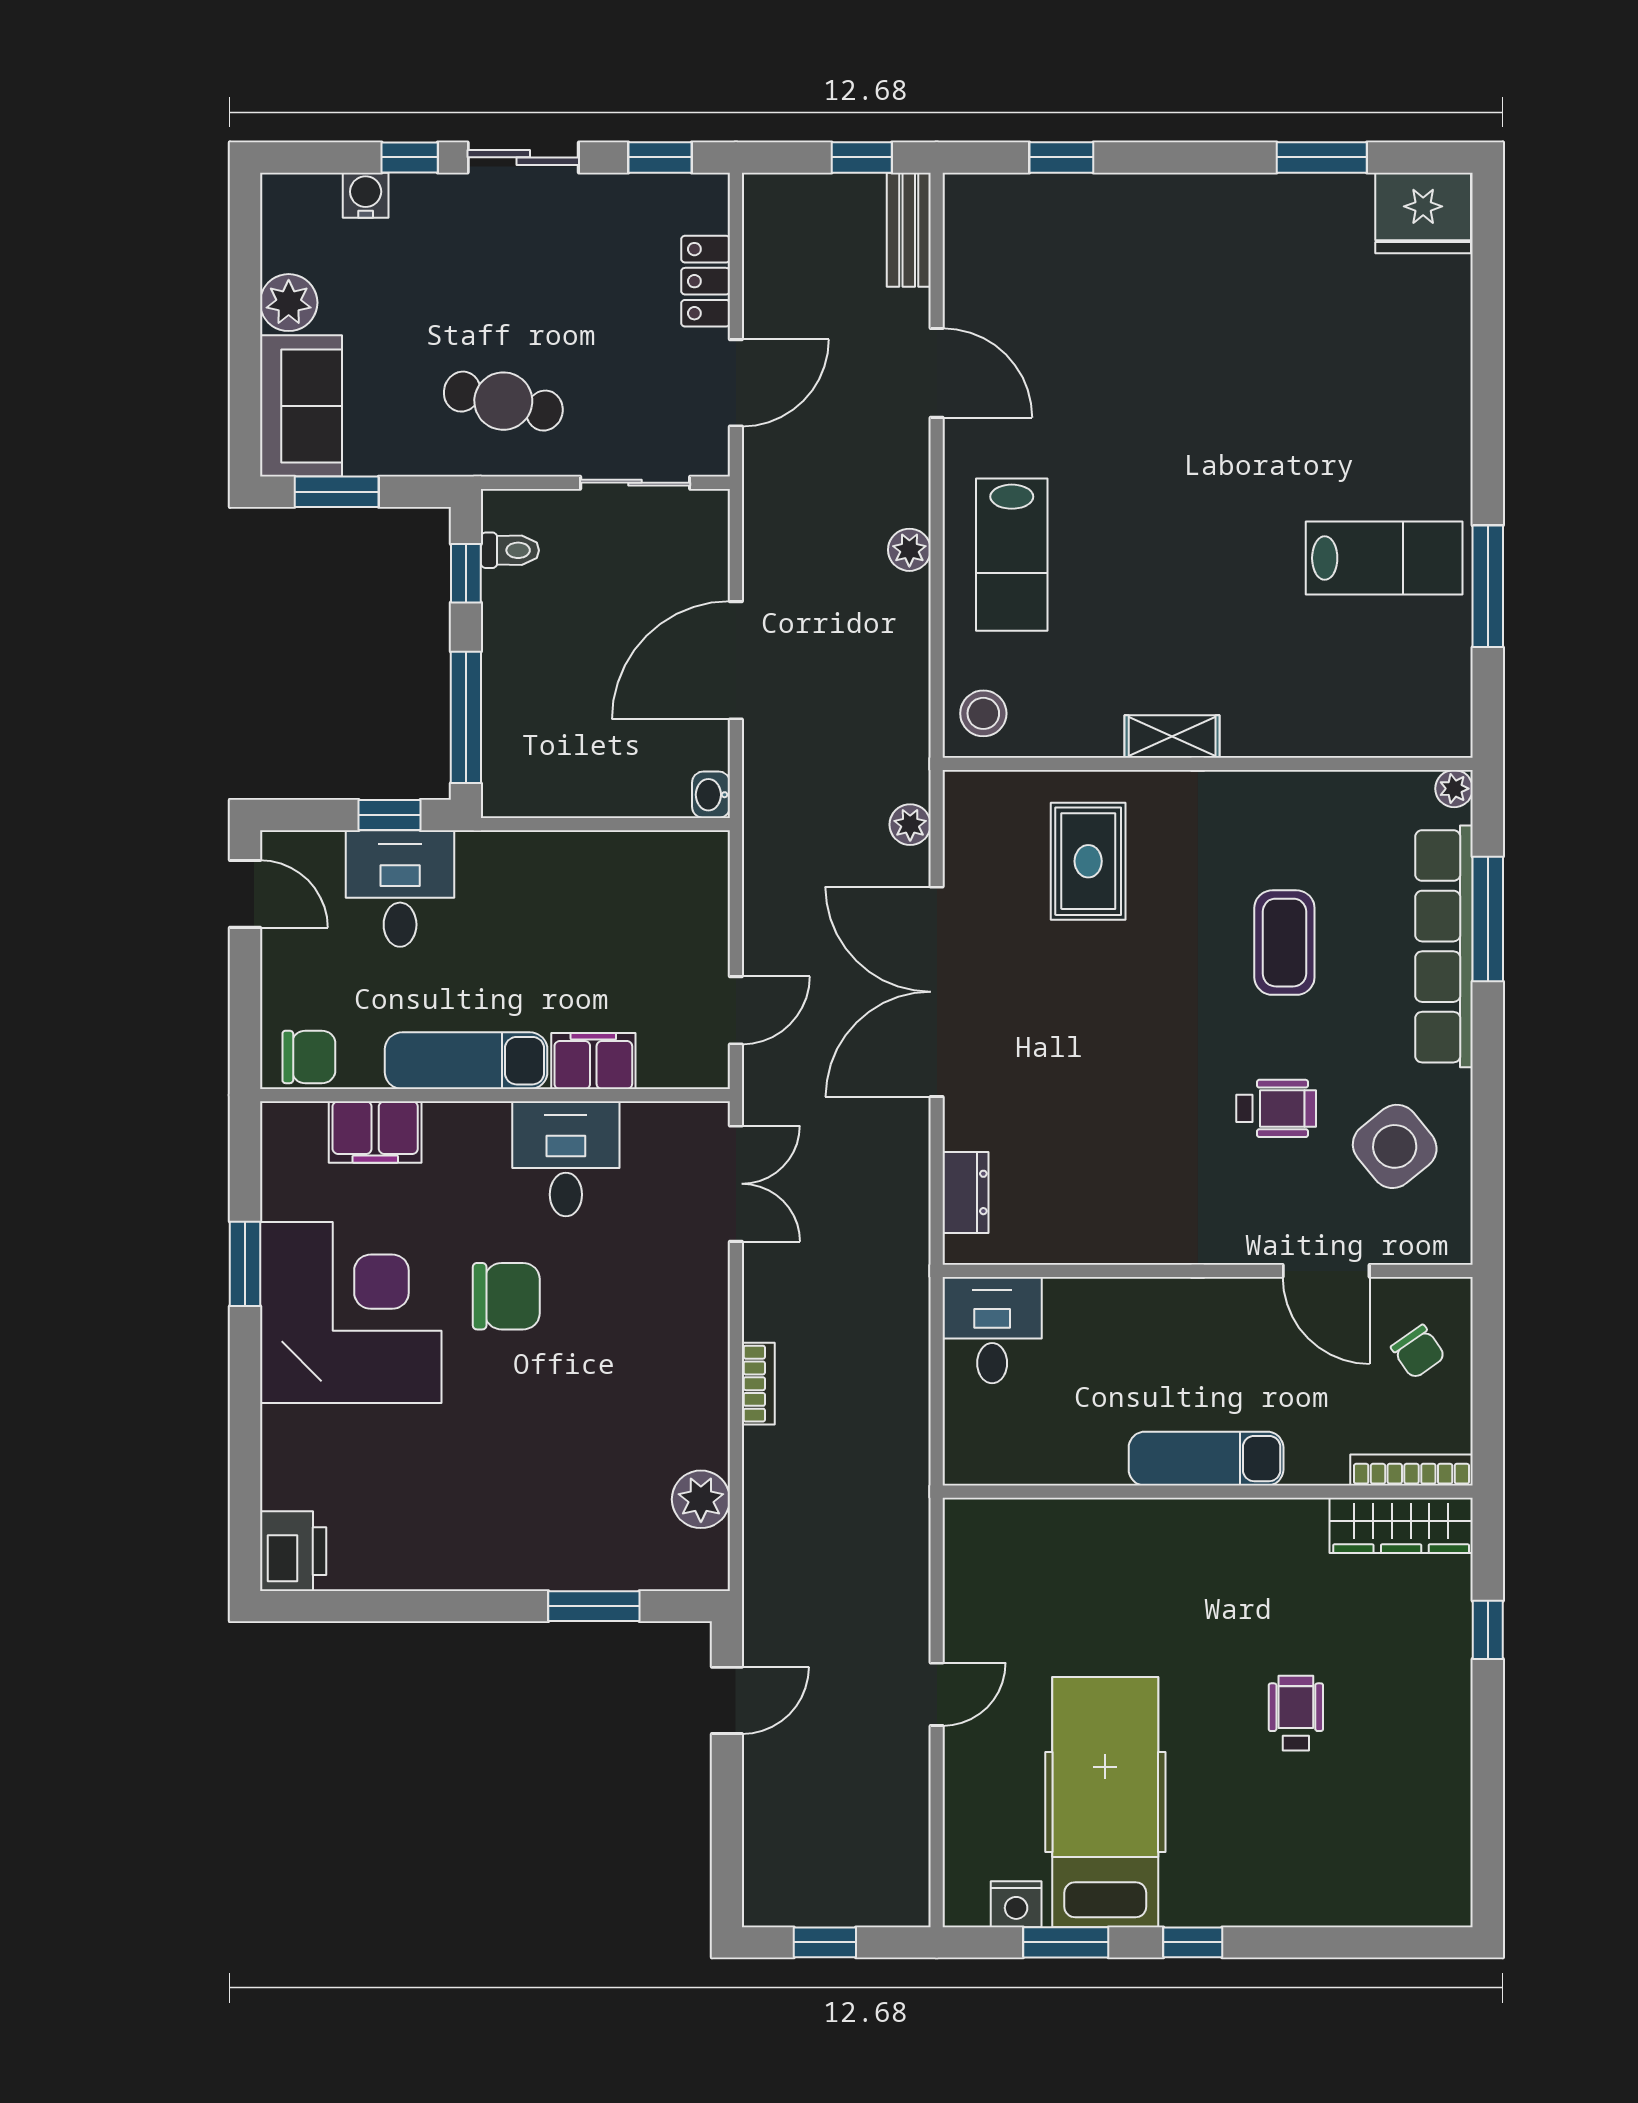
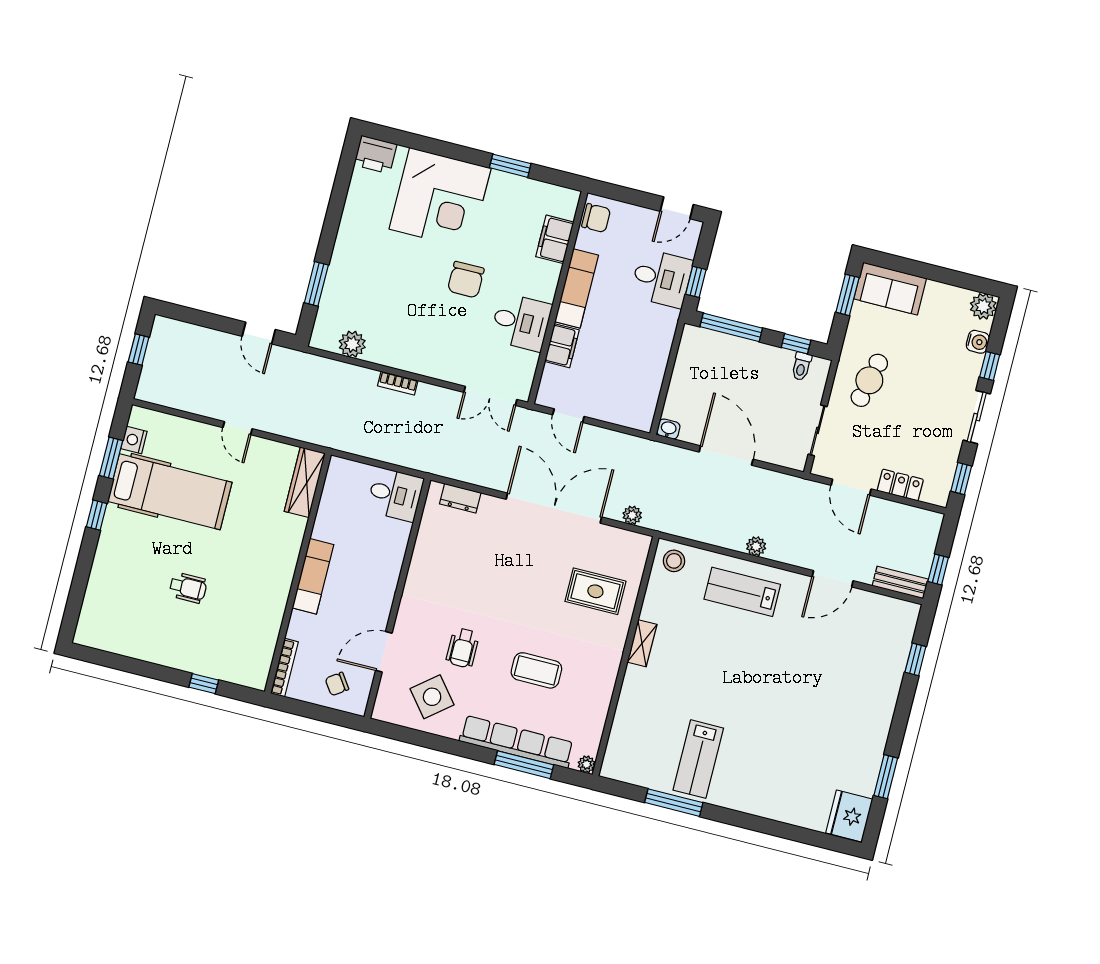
plant: (289, 303) -> (983, 306), moved
chair: (309, 1057) -> (596, 218), turned -90
corner desk: (351, 1312) -> (440, 199), moved
wardrobe: (1401, 1525) -> (305, 482), moved

